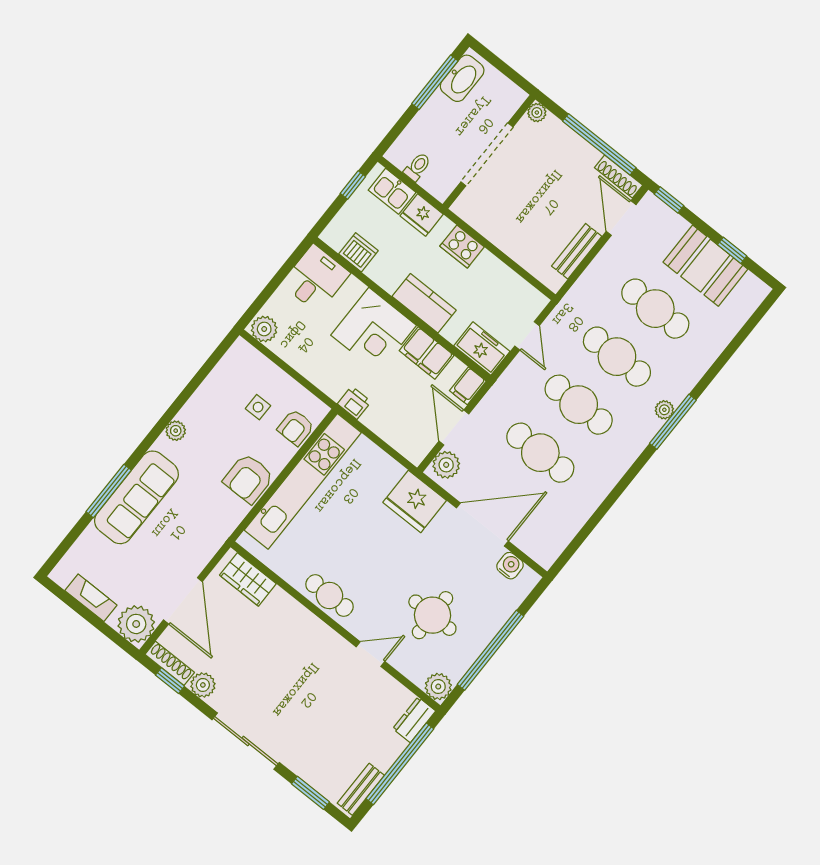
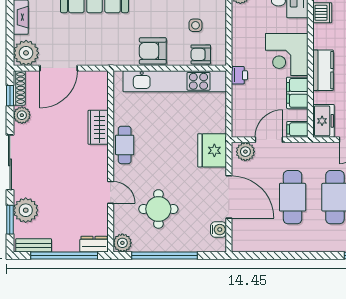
wardrobe: (248, 579) -> (98, 127), moved
plant: (314, 766) -> (26, 210), added

